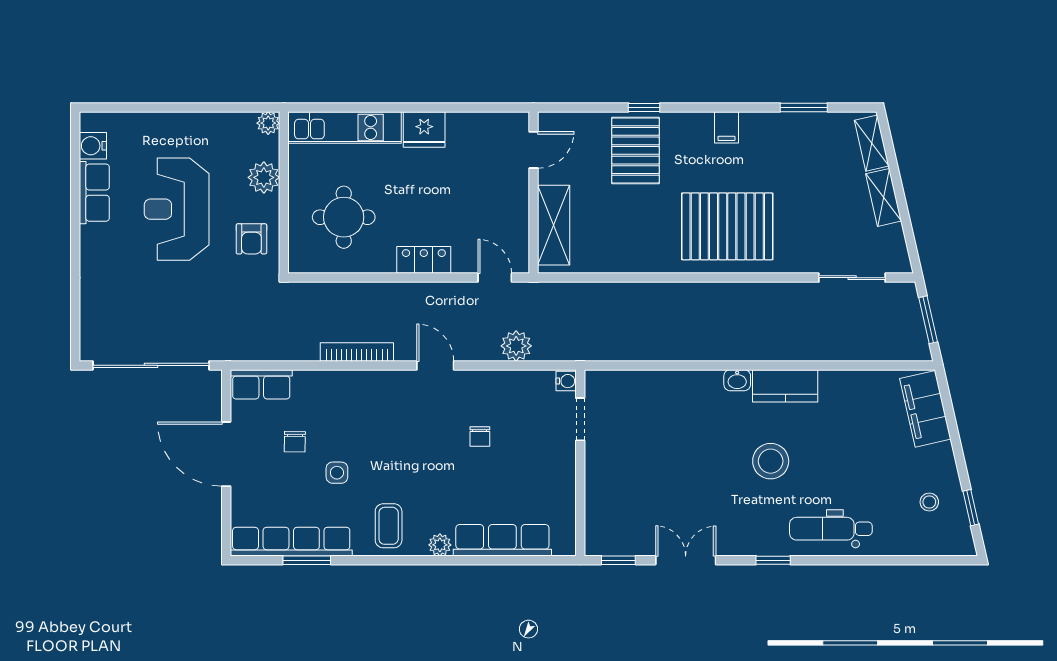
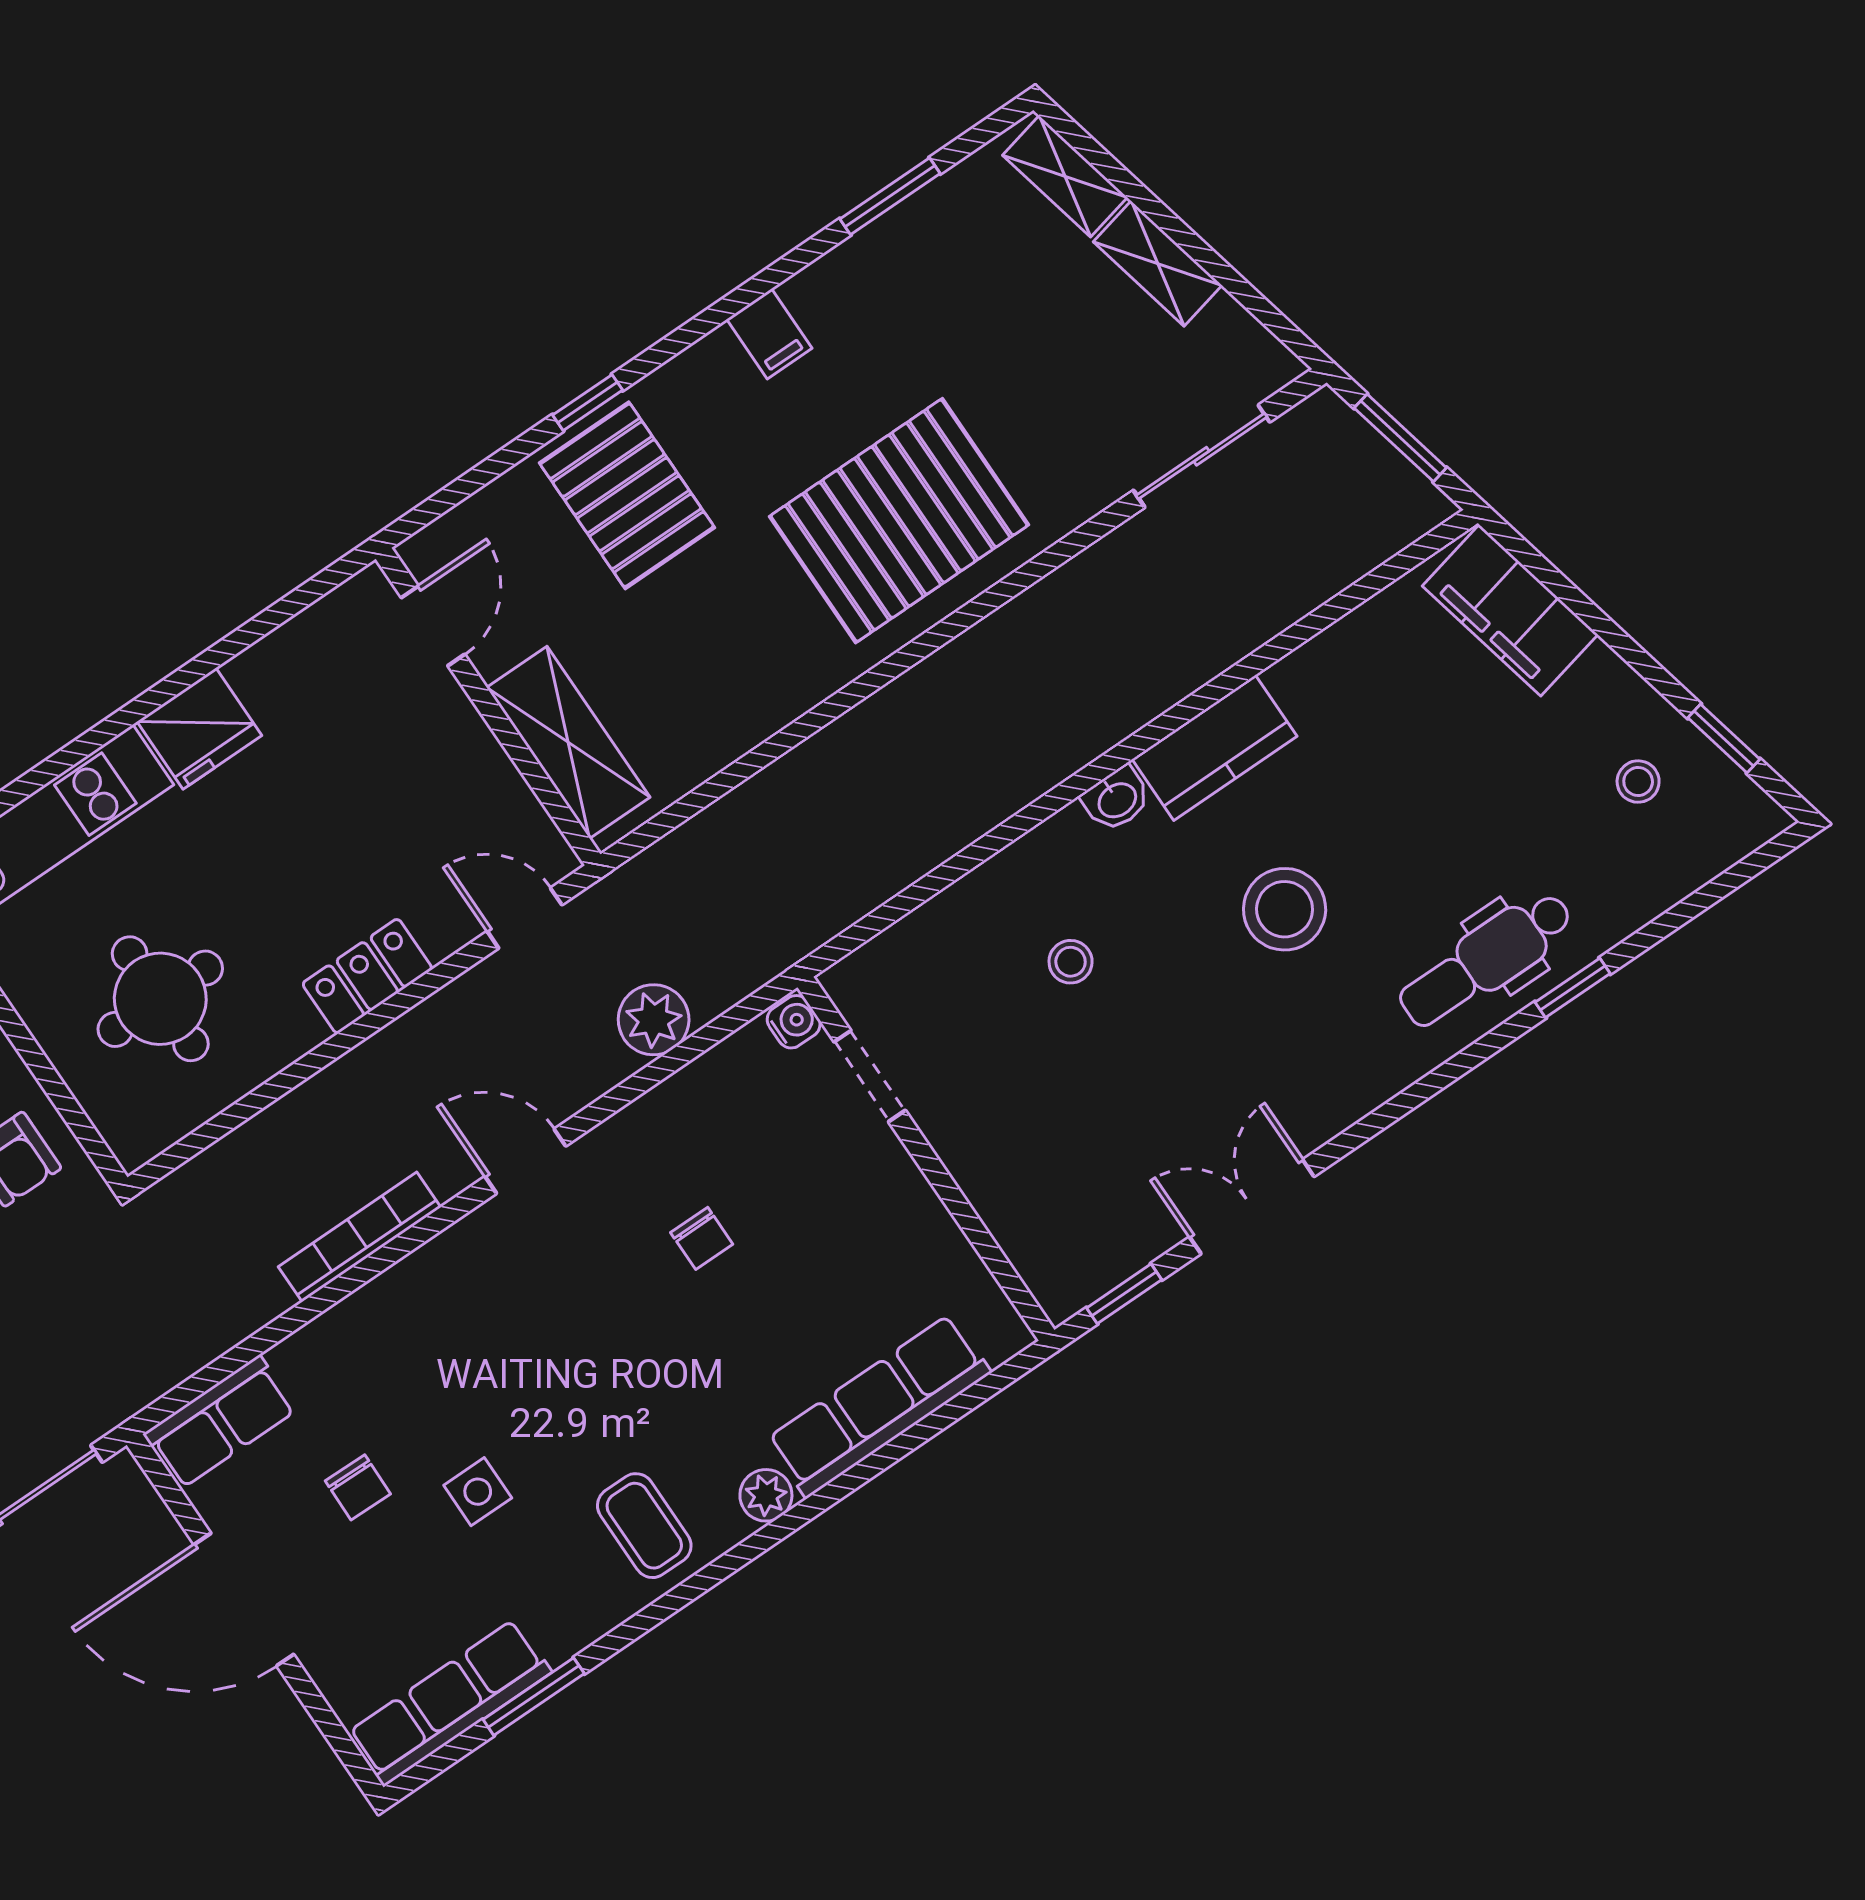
stool: (681, 427) -> (1071, 962), added
row of seats: (291, 542) -> (449, 1703), width x0.73
window: (773, 560) -> (1573, 988), moved

